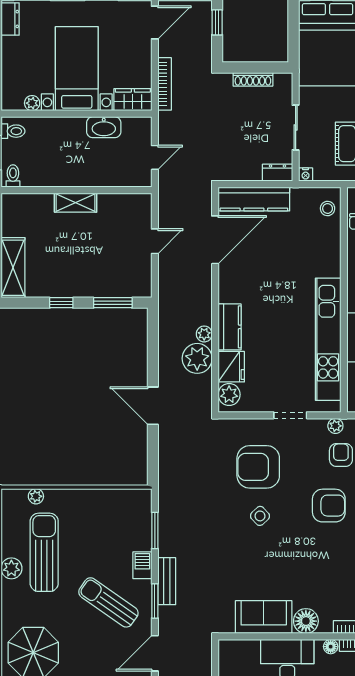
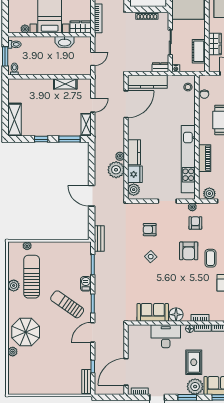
shelving: (76, 203) -> (65, 84), moved
shelving: (143, 276) -> (86, 124), added
armchair: (258, 467) -> (150, 230), width x0.53, depth x0.53
armchair: (329, 506) -> (189, 251), turned 90
bench: (167, 581) -> (99, 238), moved

